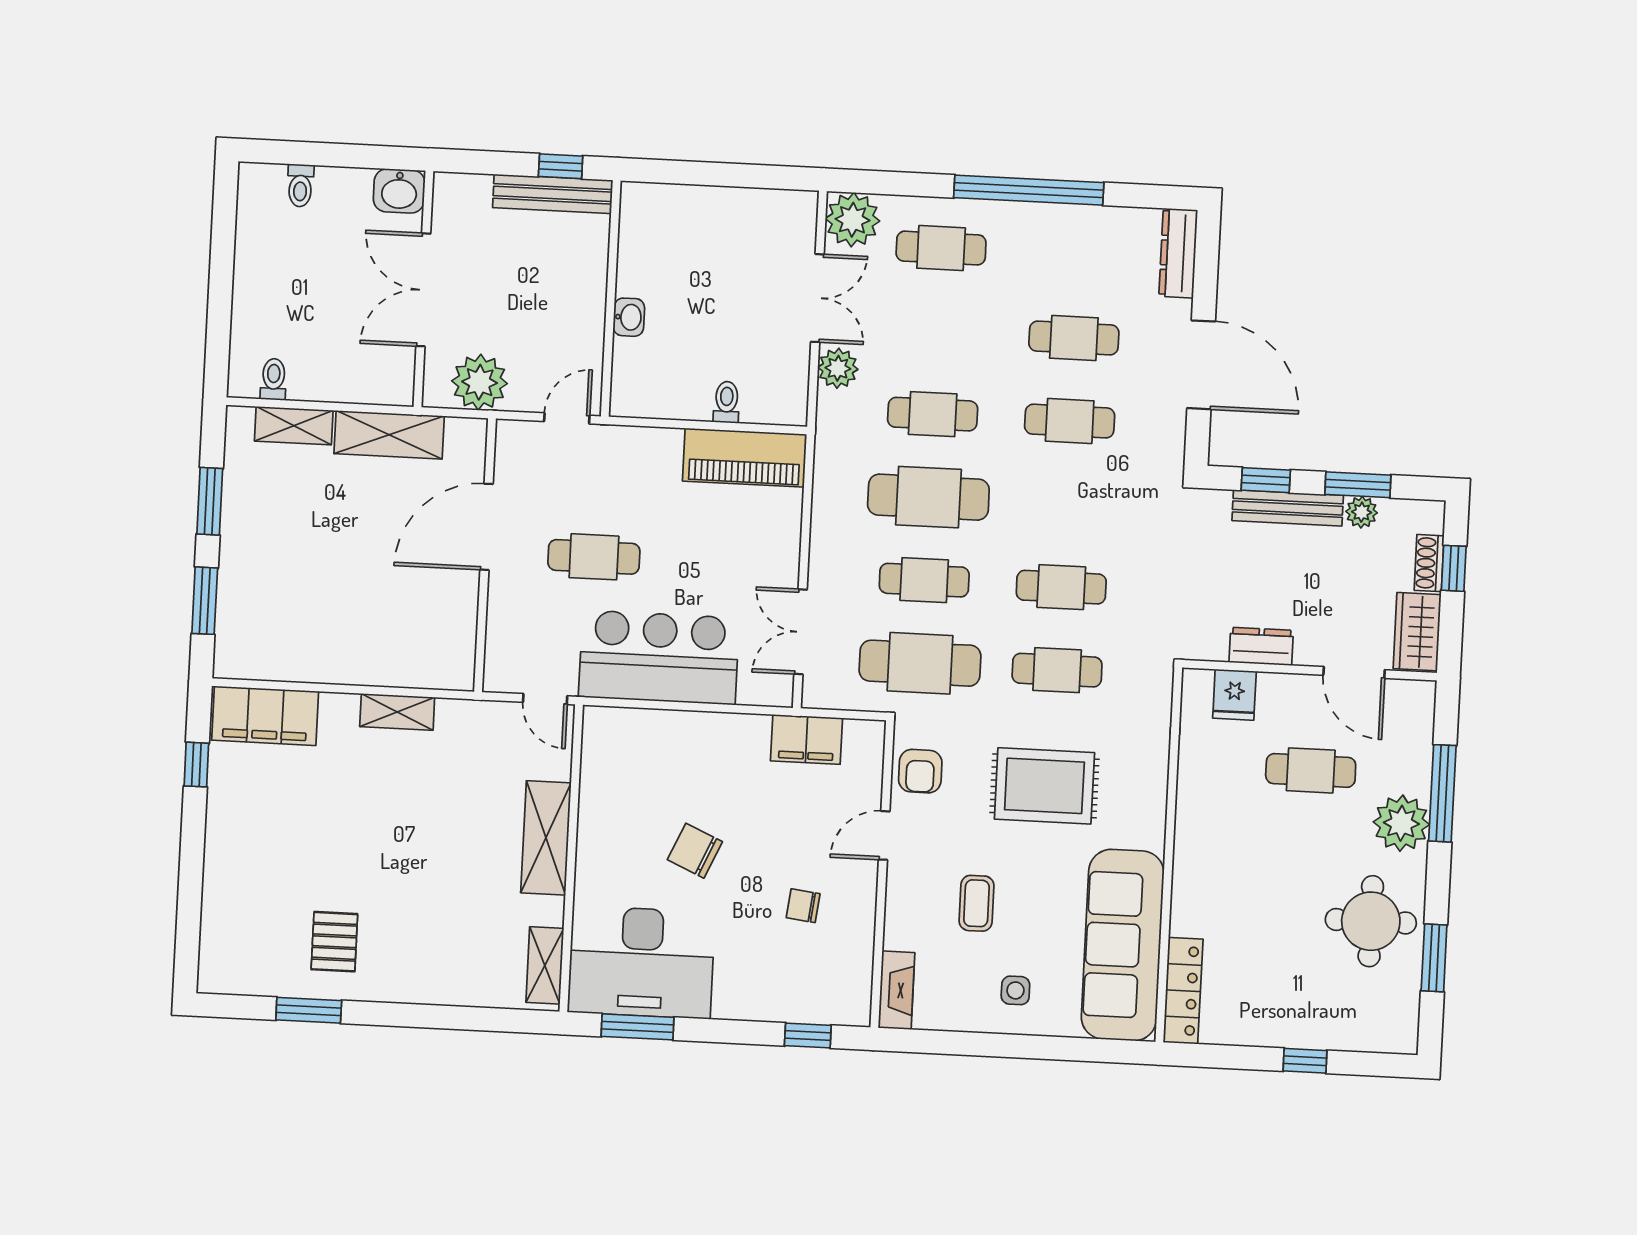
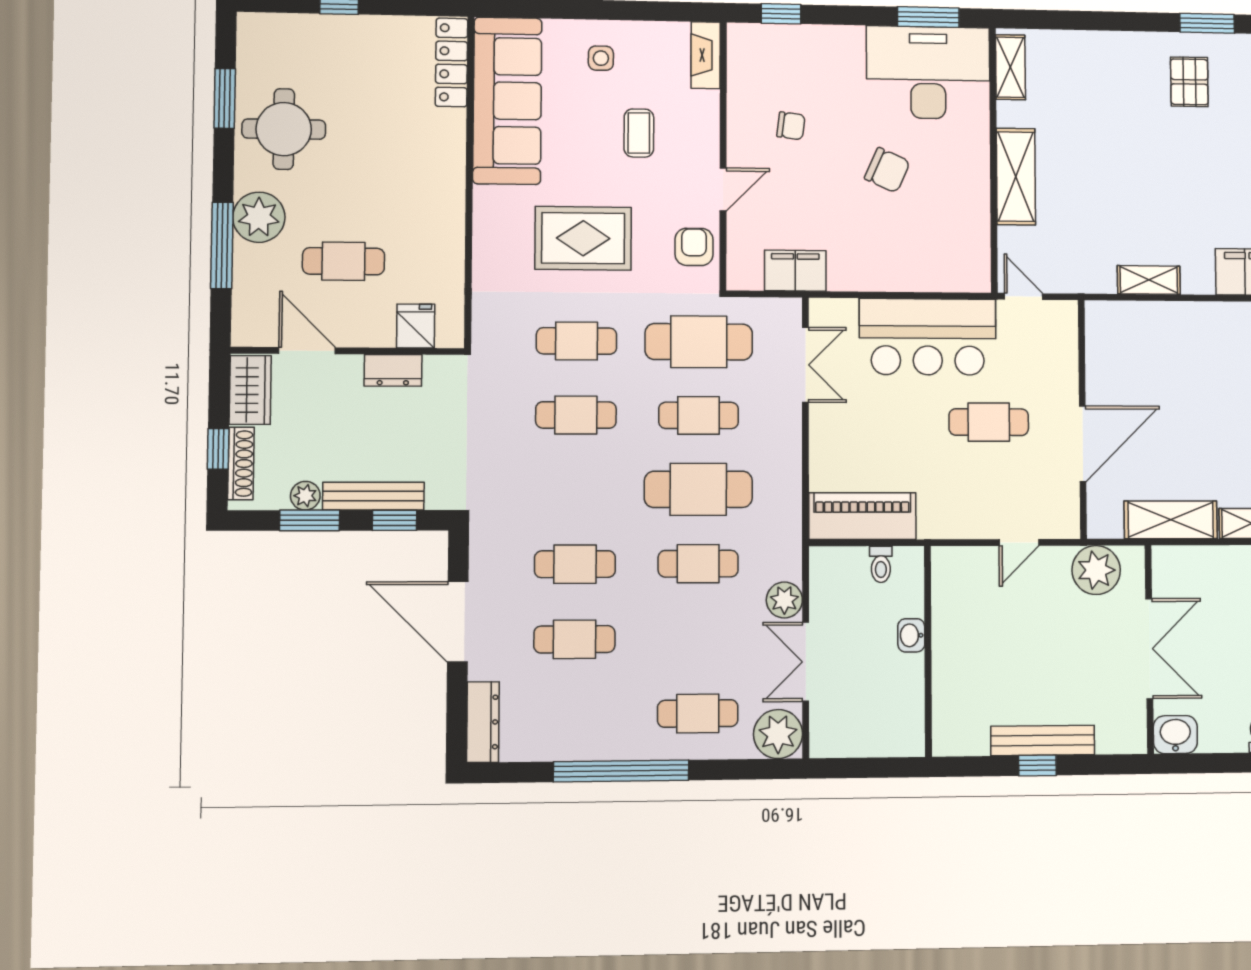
wall: (611, 299) -> (928, 651), moved
washbasin: (629, 317) -> (911, 635), moved
shoe rack: (1429, 563) -> (241, 464), width x1.43

